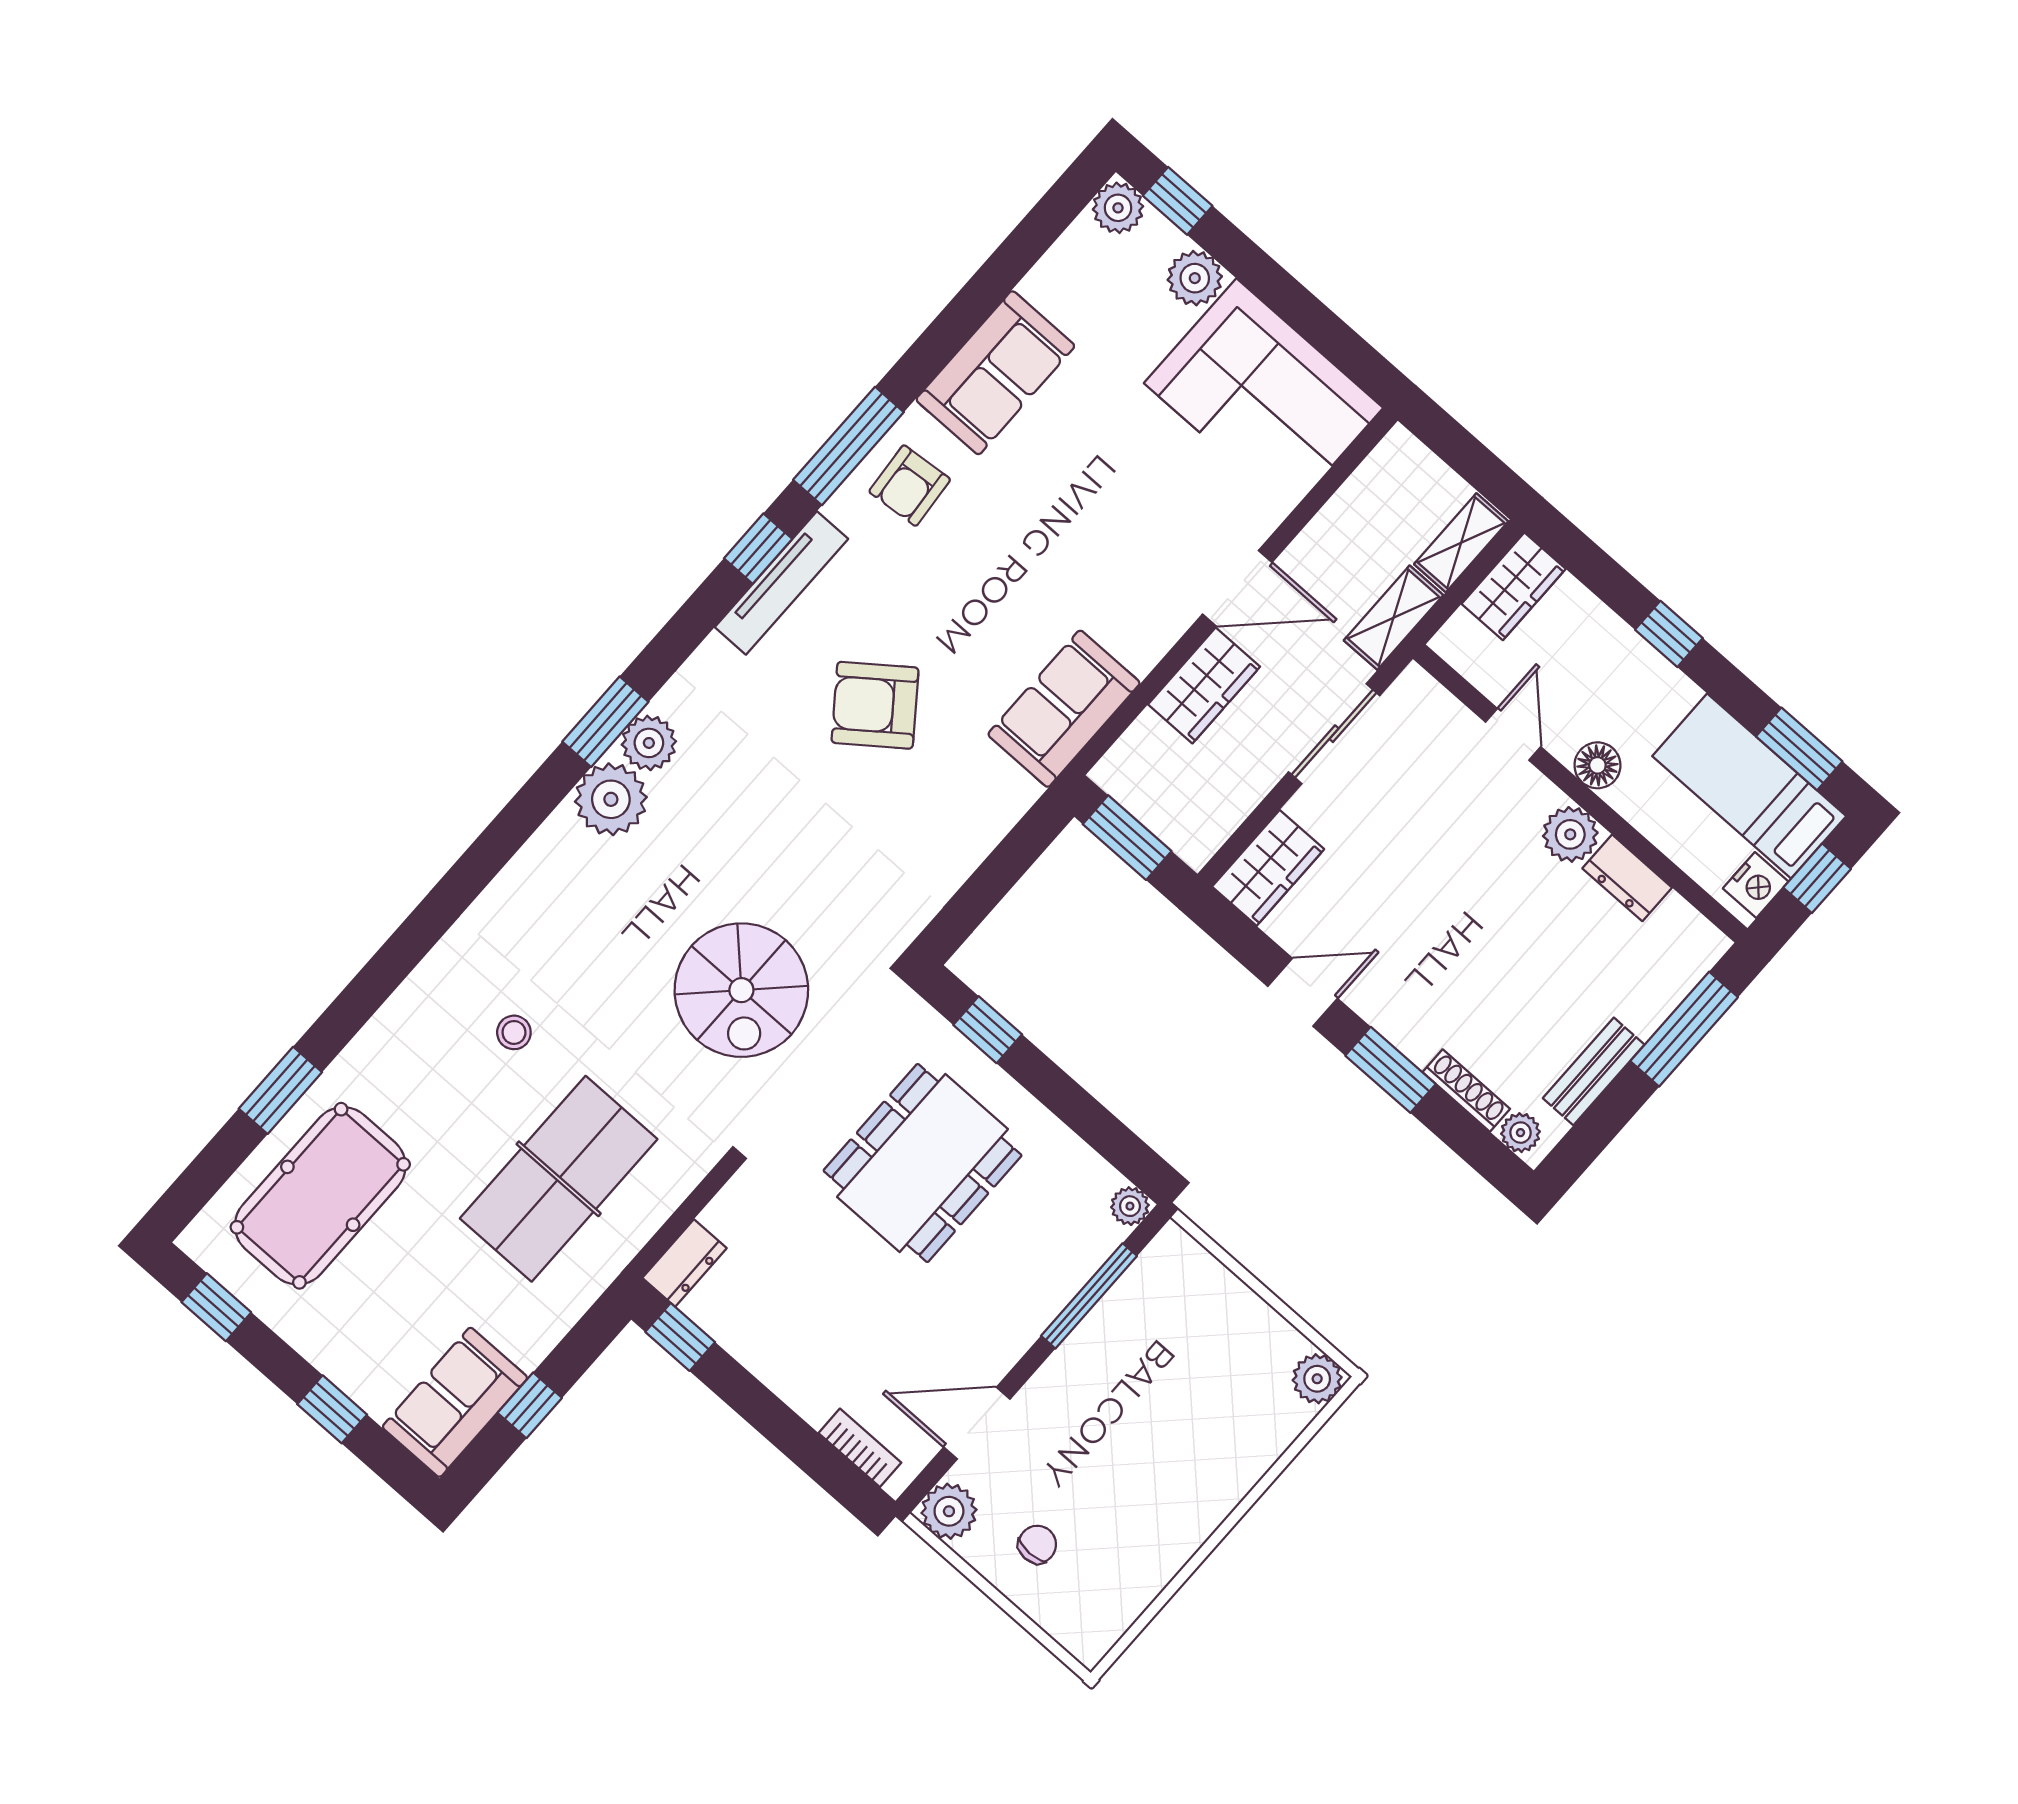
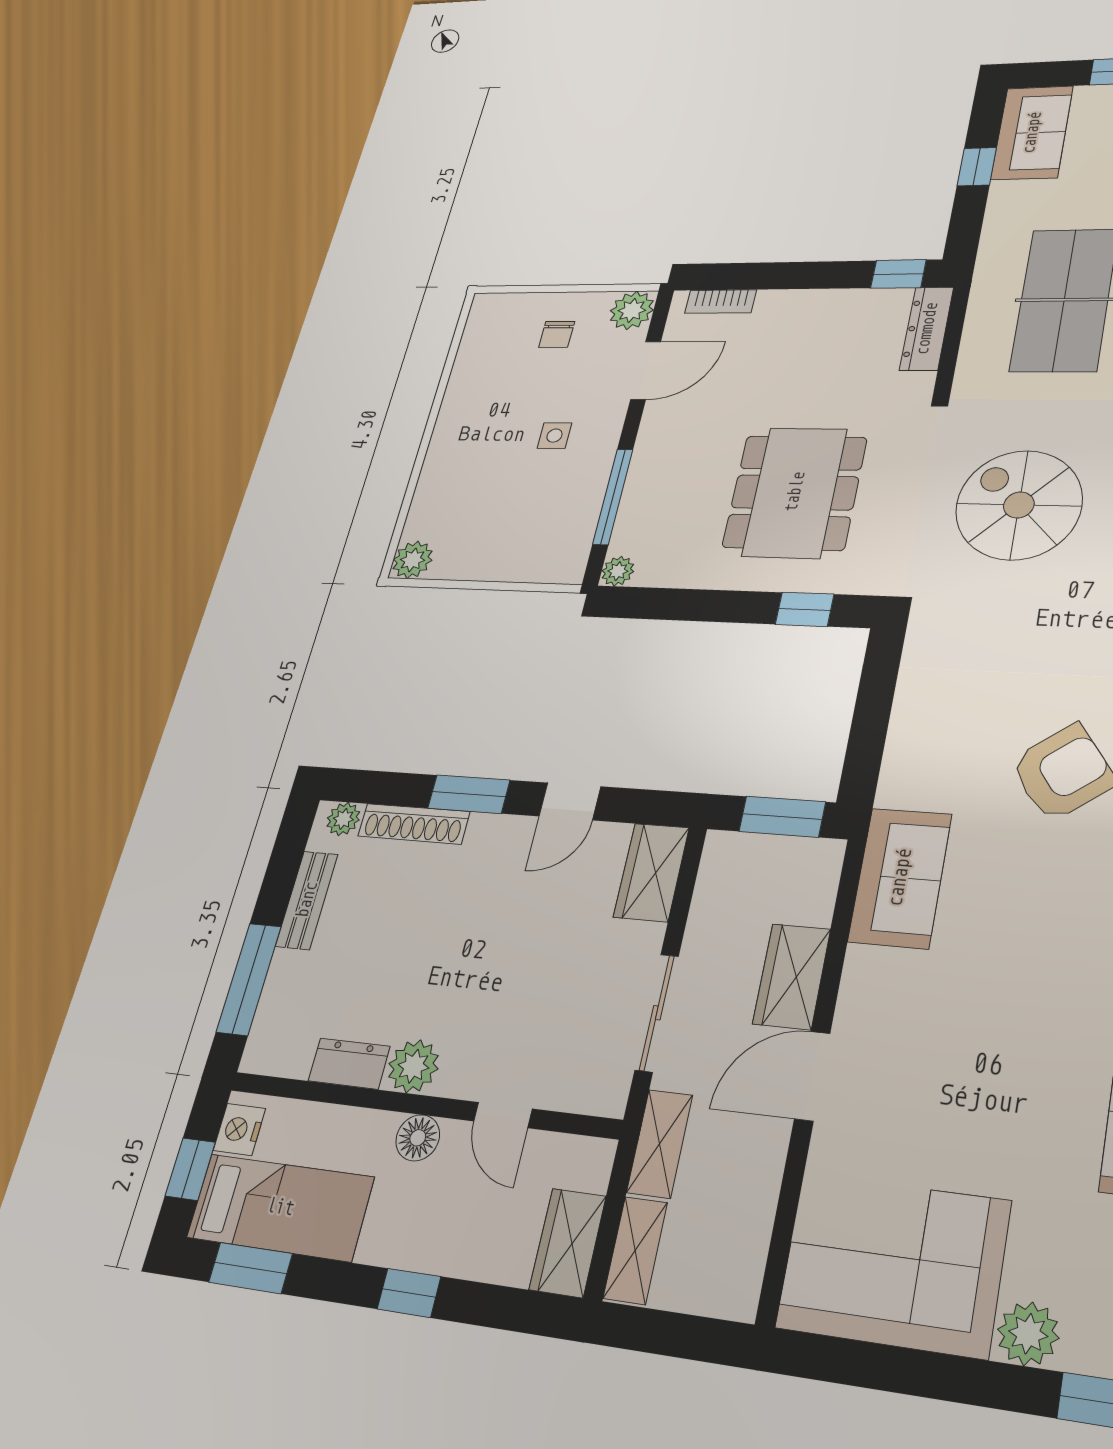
shoe rack: (1466, 1090) -> (414, 824), width x1.36, depth x1.24
dresser: (685, 1263) -> (927, 329), width x1.44
side table: (1105, 1417) -> (554, 436), added

